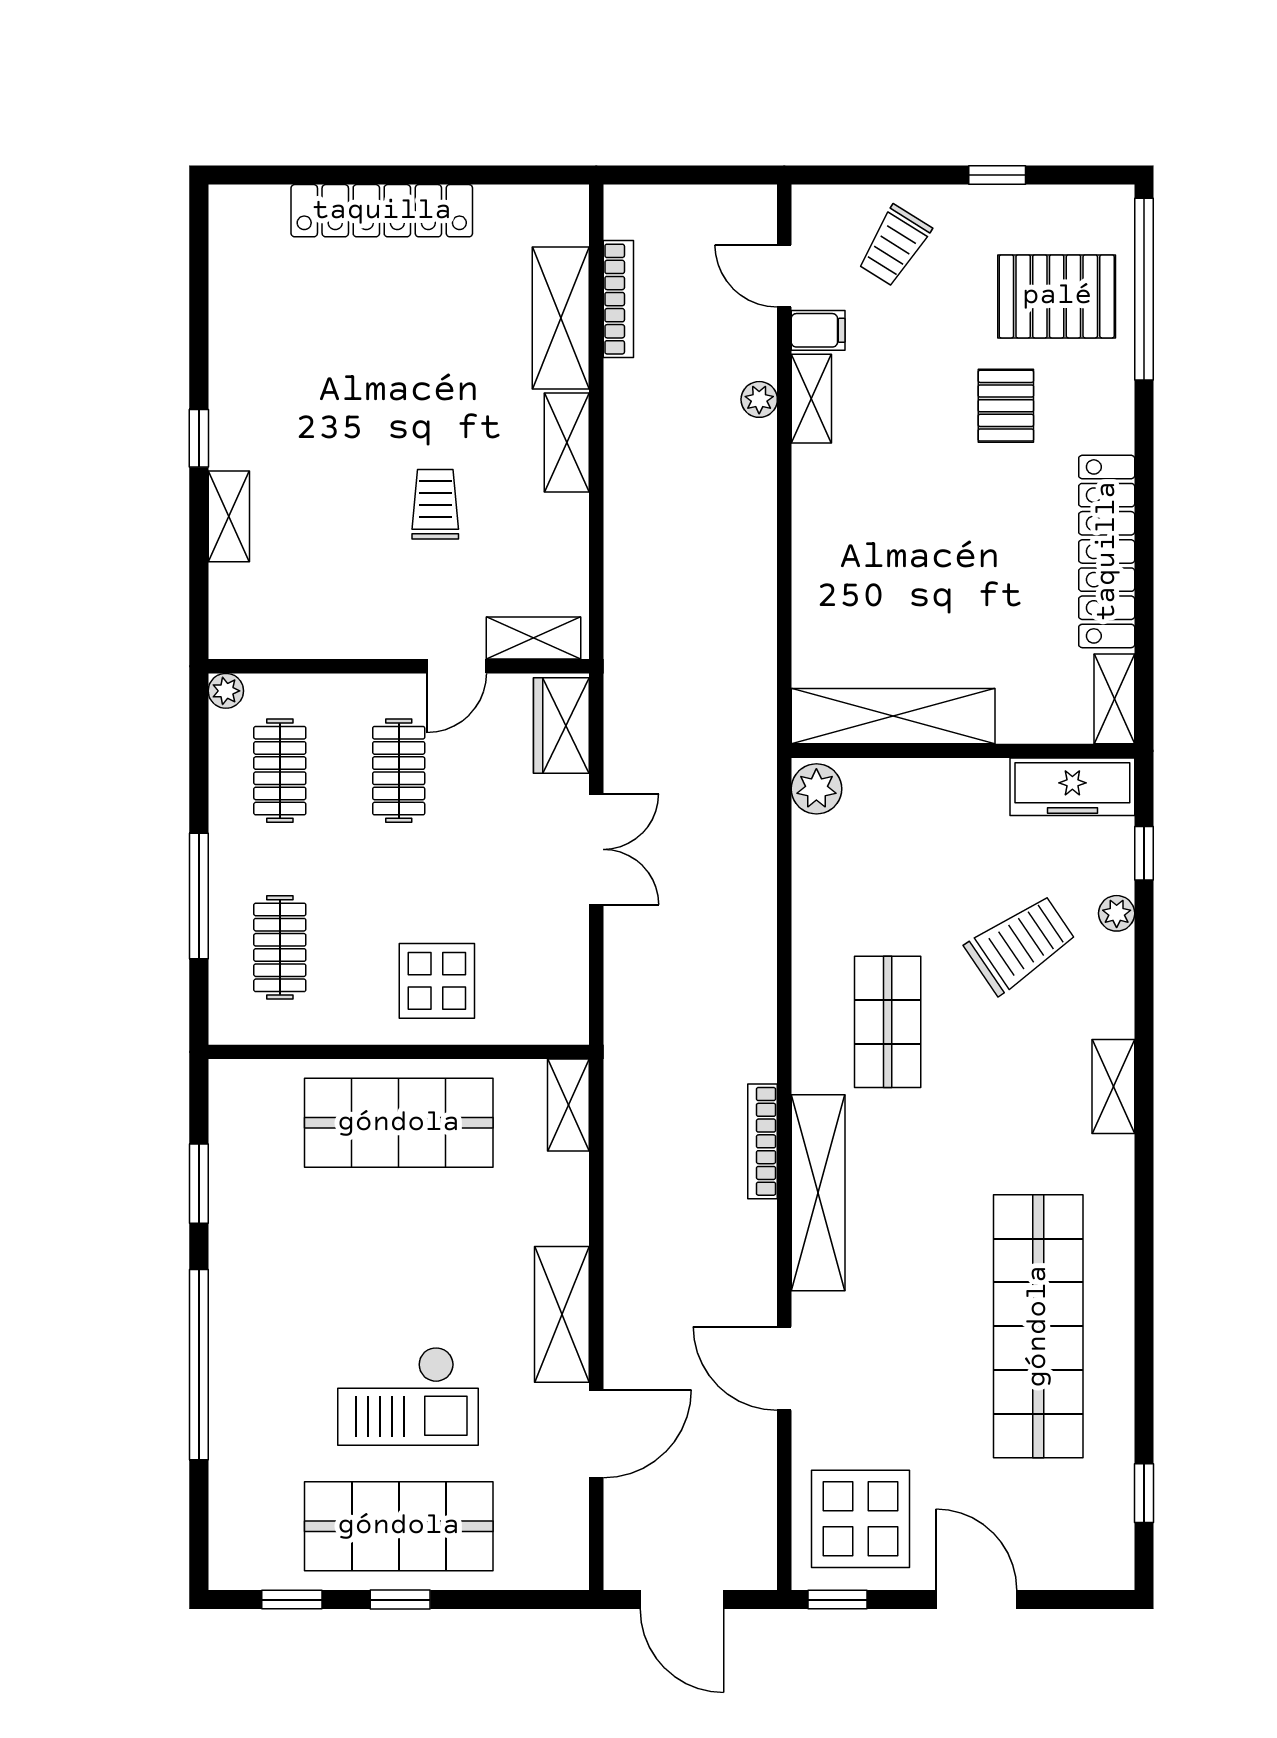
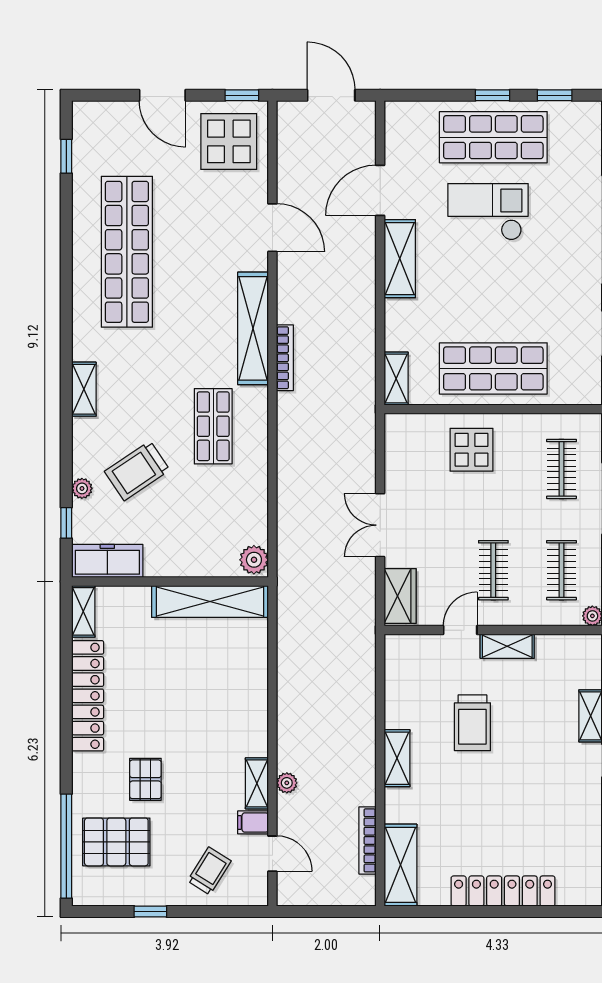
shelving: (561, 318) -> (401, 865), moved
trolley: (435, 504) -> (472, 723), width x1.36, depth x1.39
shelving: (533, 638) -> (507, 646), moved

